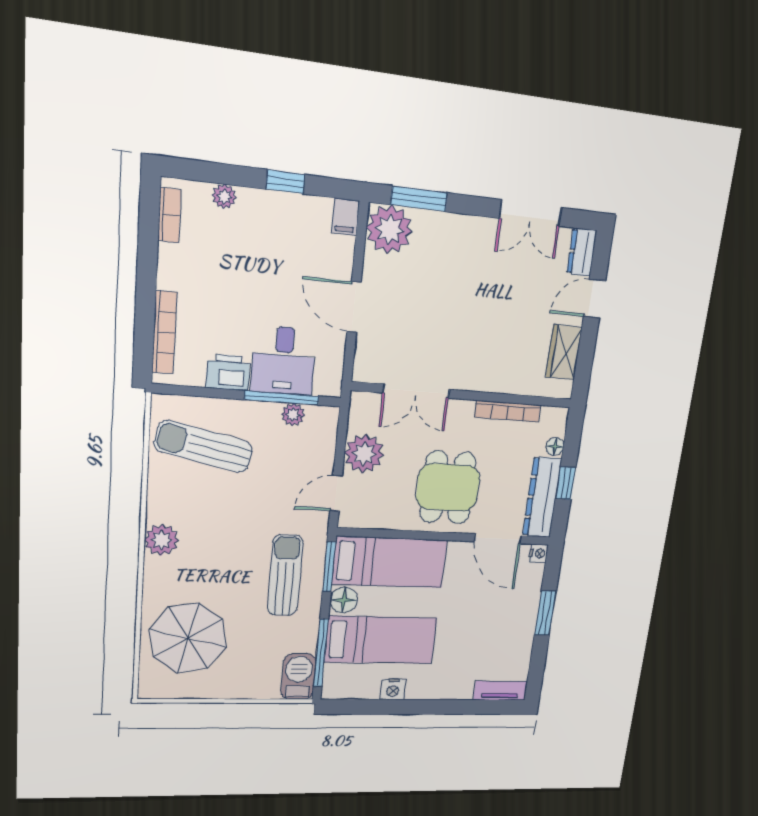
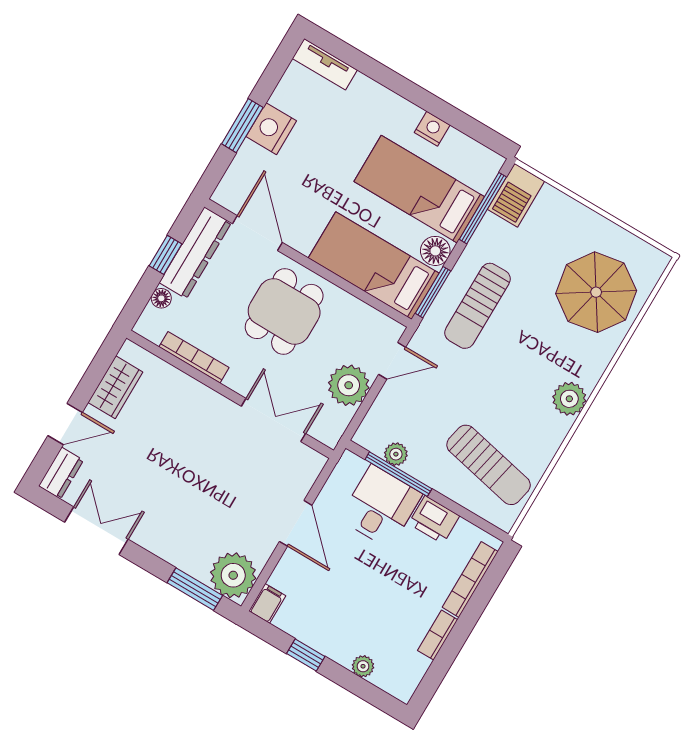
bookcase: (170, 215) -> (438, 635), moved
nightstand: (539, 553) -> (271, 129), moved, width x1.89, depth x1.79

